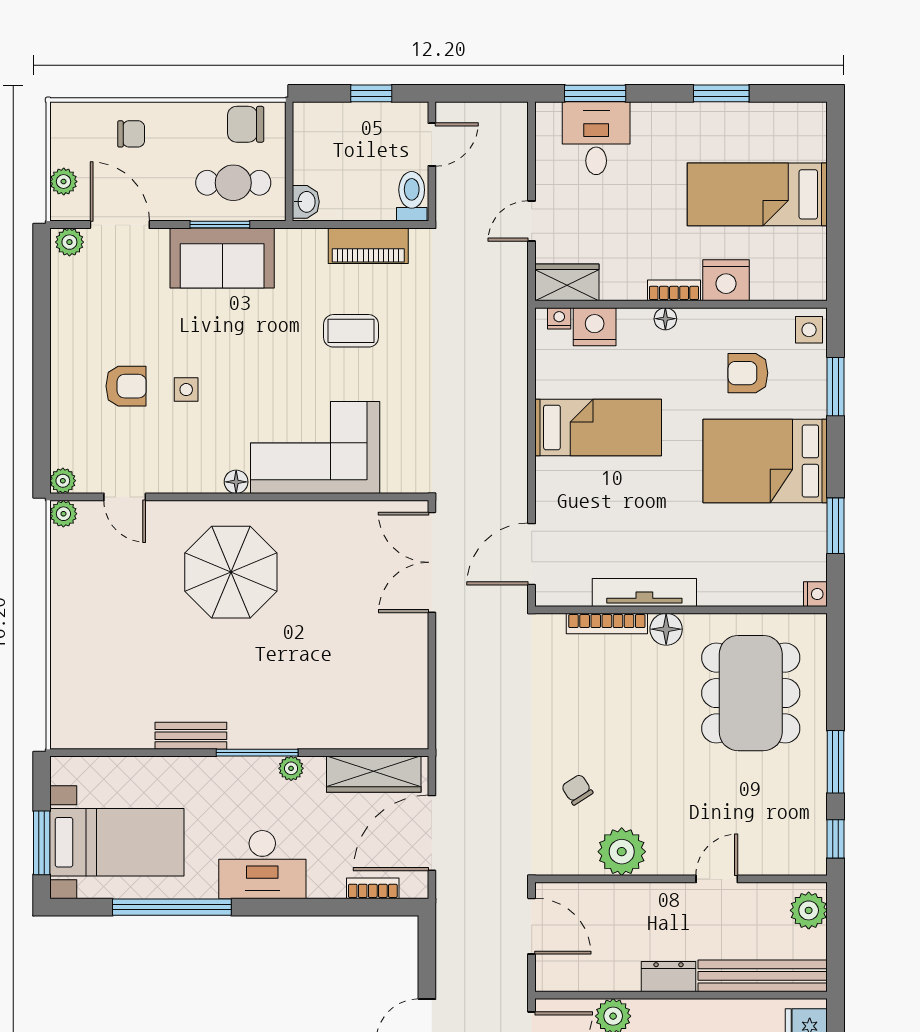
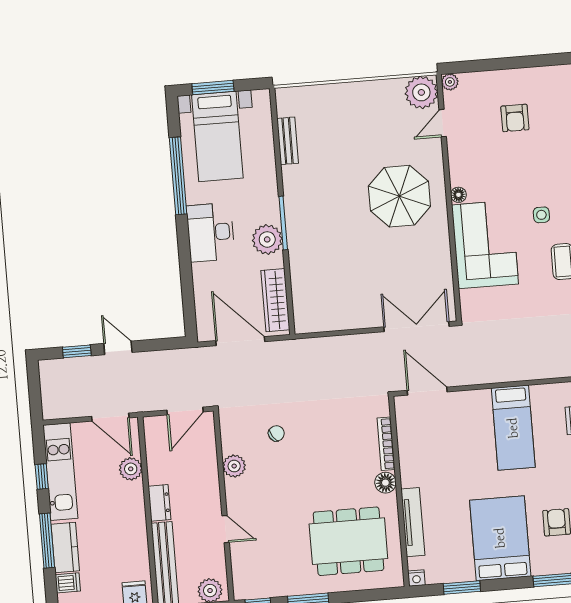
side table: (186, 390) -> (541, 215), moved
plant: (63, 514) -> (421, 92), width x1.88, depth x1.88
tv unit: (644, 592) -> (413, 522), moved
bench: (191, 736) -> (288, 141), moved
plant: (291, 768) -> (267, 239), width x1.88, depth x1.88
plant: (622, 852) -> (234, 466), width x0.73, depth x0.73
bookcase: (373, 888) -> (201, 306), removed

